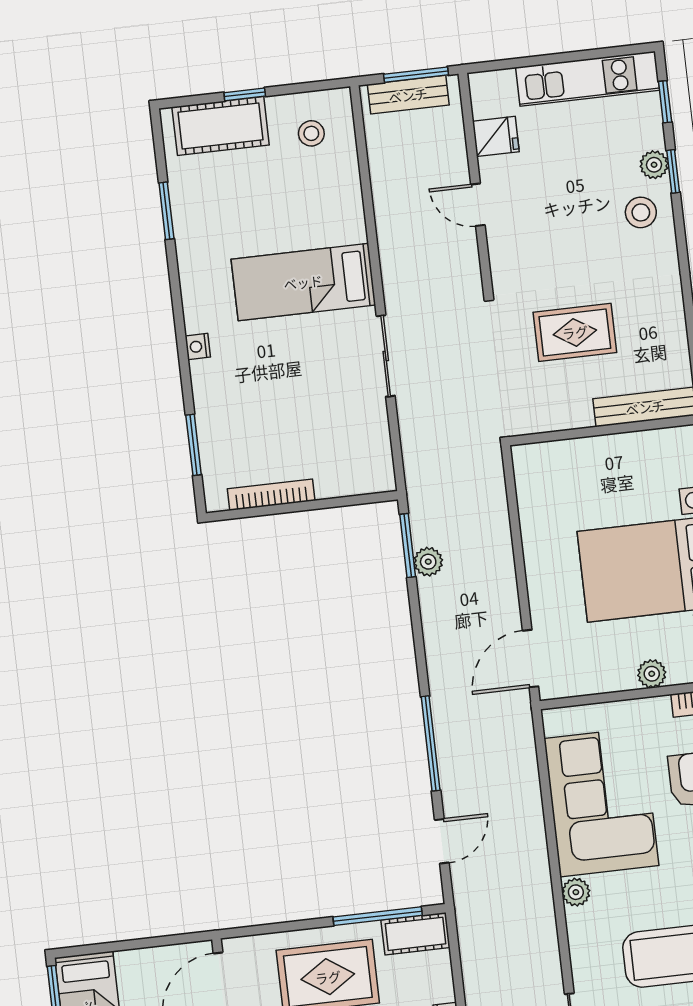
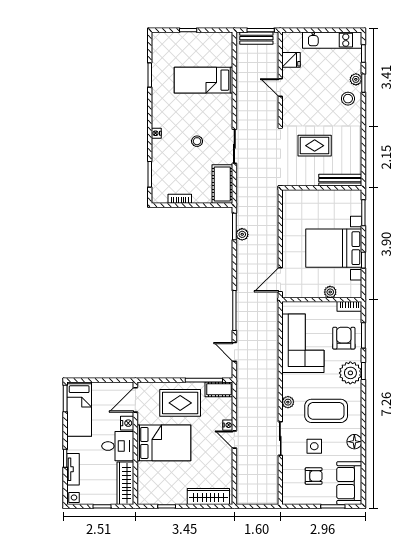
cot: (221, 126) -> (222, 184), moved, turned 90
stool: (311, 133) -> (197, 141), moved
bed: (303, 282) -> (204, 80), moved
bookcase: (271, 495) -> (180, 199), width x0.64
door: (442, 841) -> (234, 352), swing flipped
plant: (576, 892) -> (288, 402), moved

